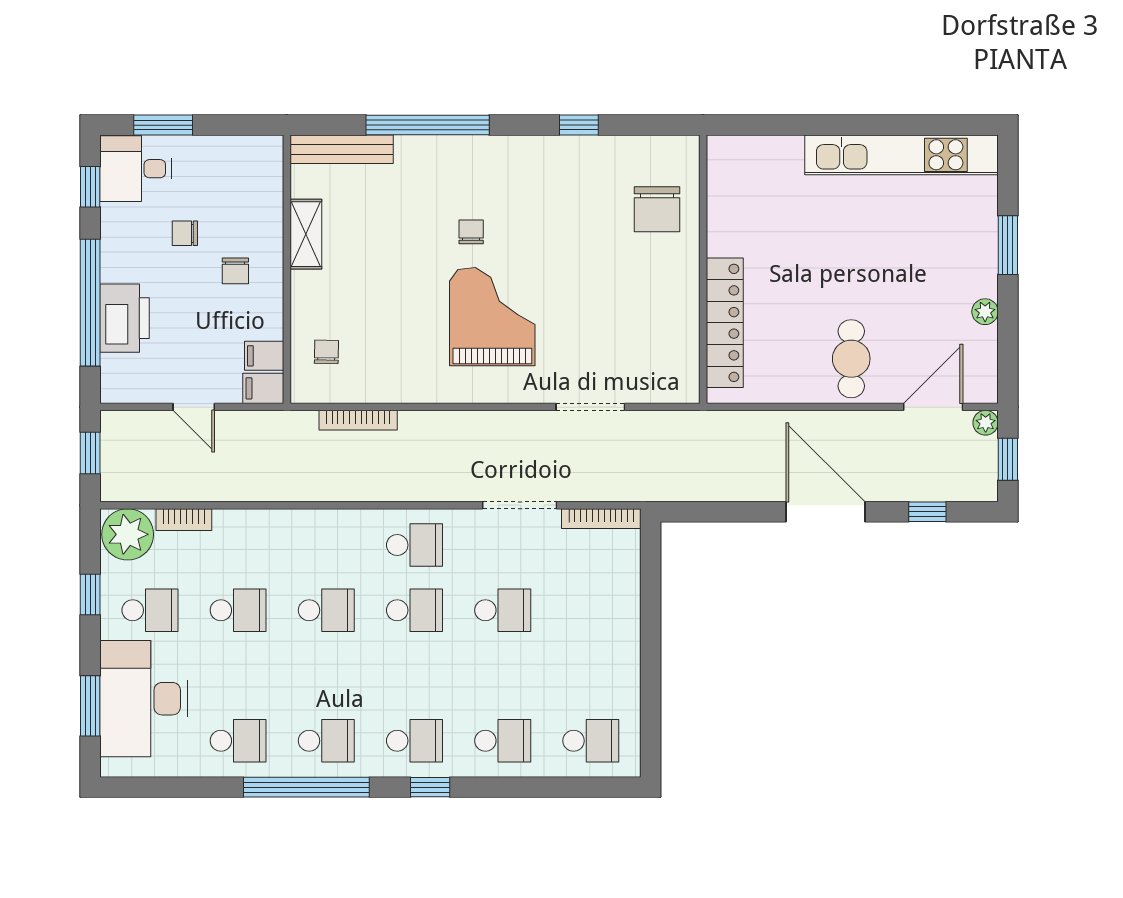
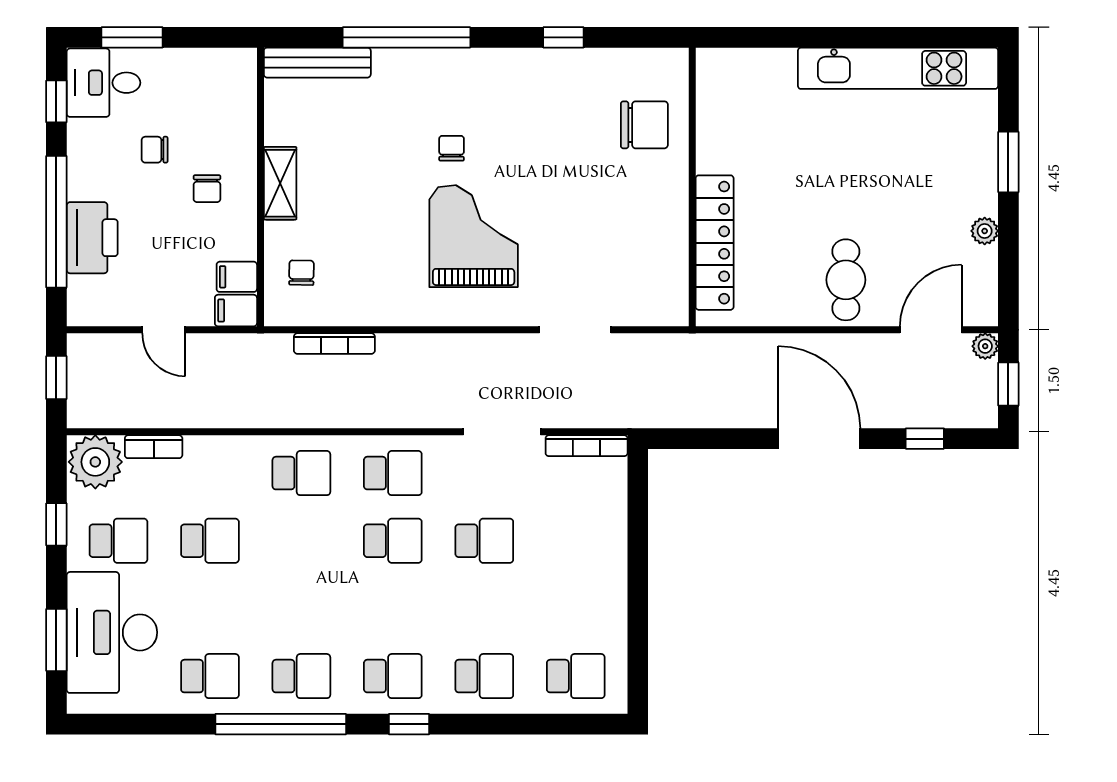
chair: (657, 209) -> (644, 125), turned -90
shelving: (306, 234) -> (280, 183), moved
school desk: (326, 610) -> (301, 473), moved

